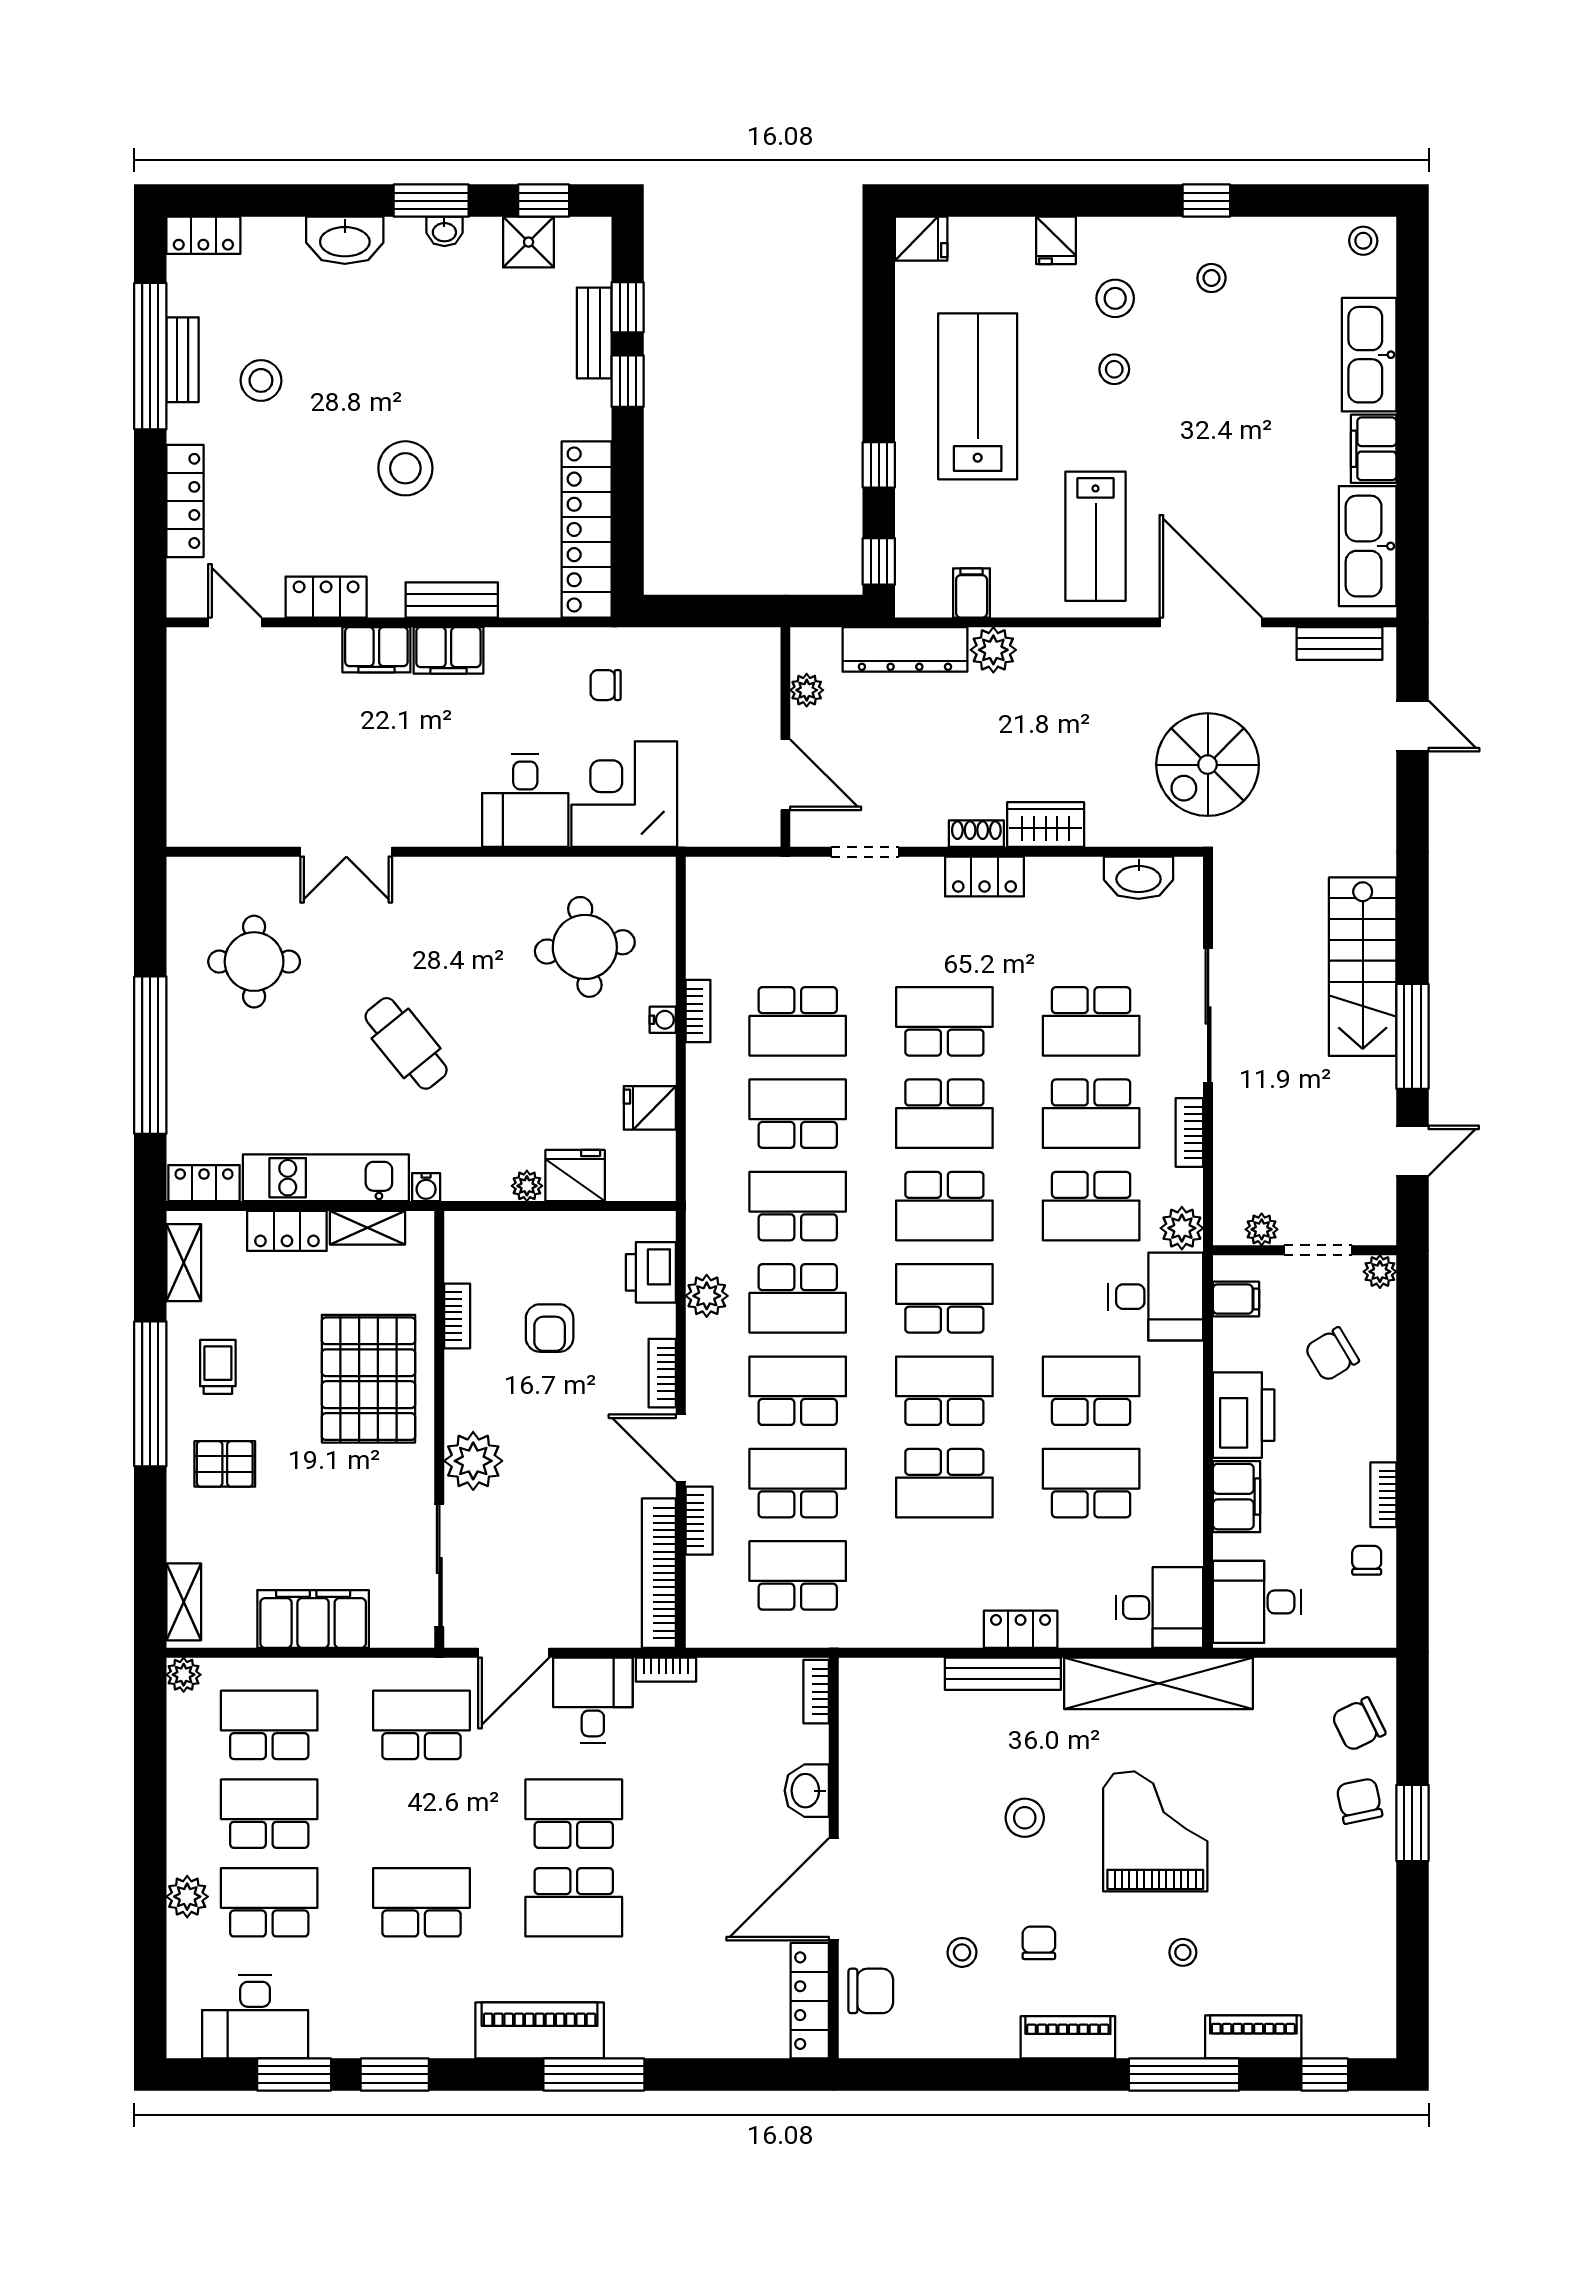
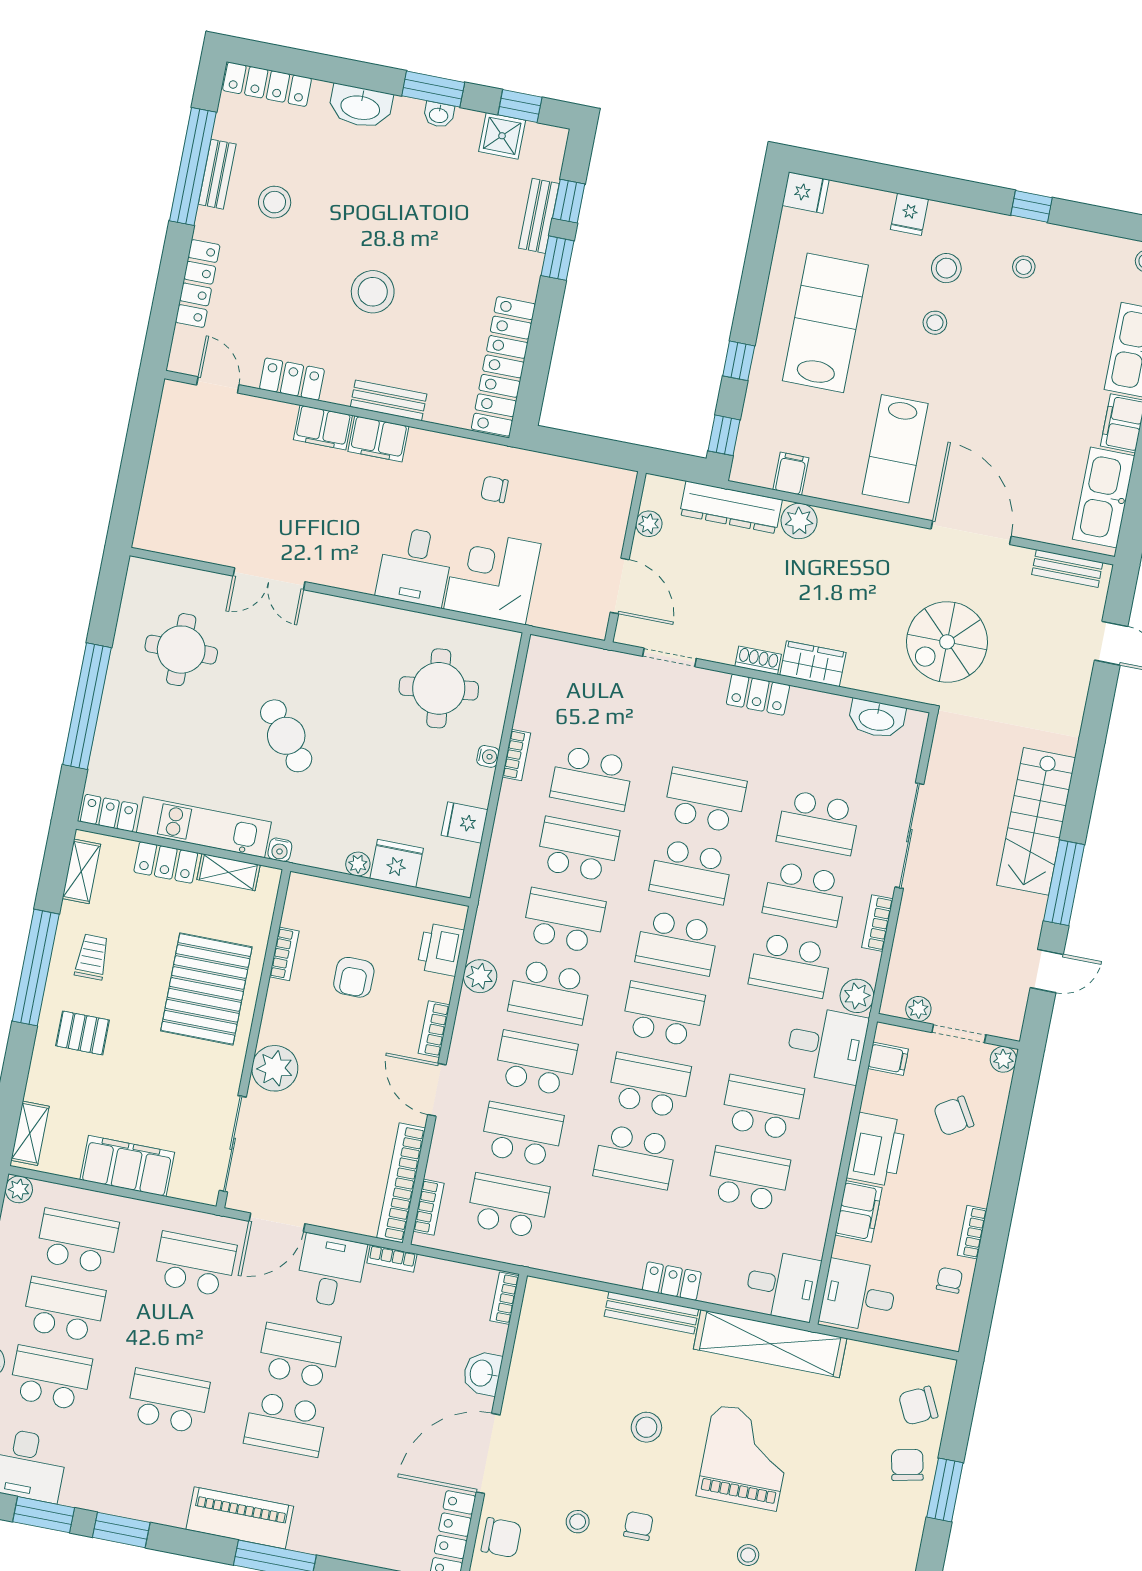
locker: (203, 235) -> (267, 84), width x1.53
bookcase: (699, 1521) -> (429, 1207), moved

